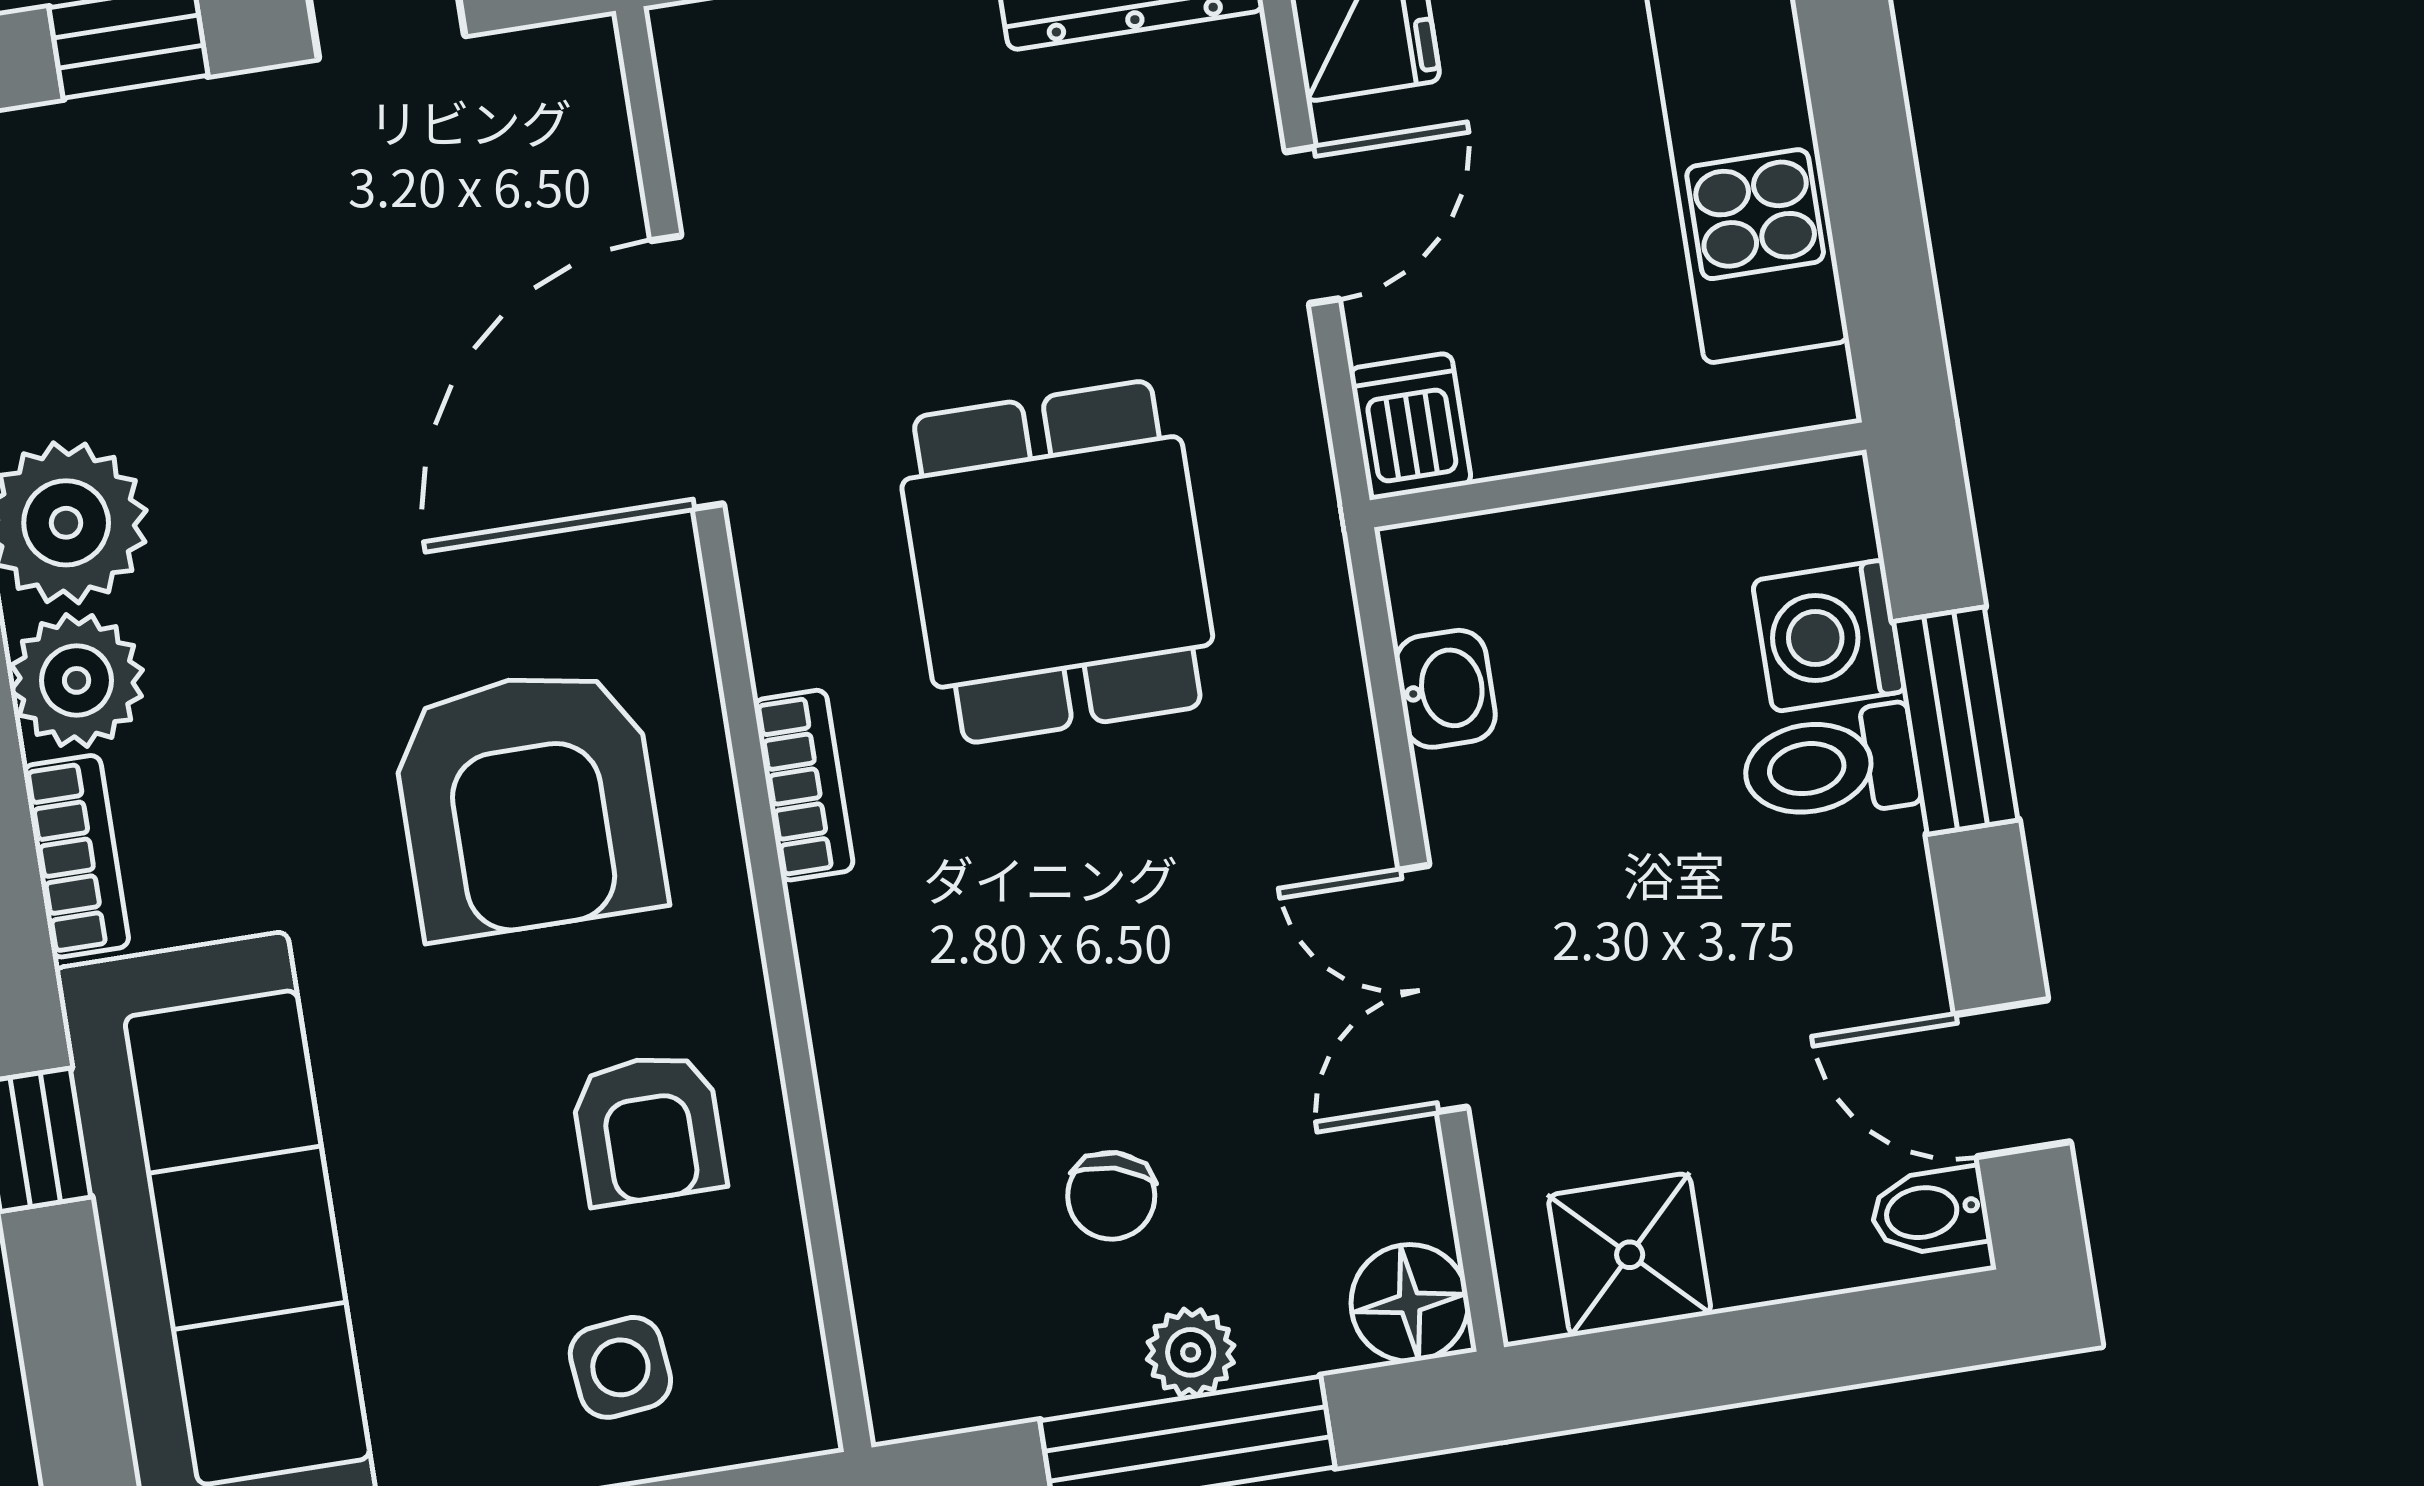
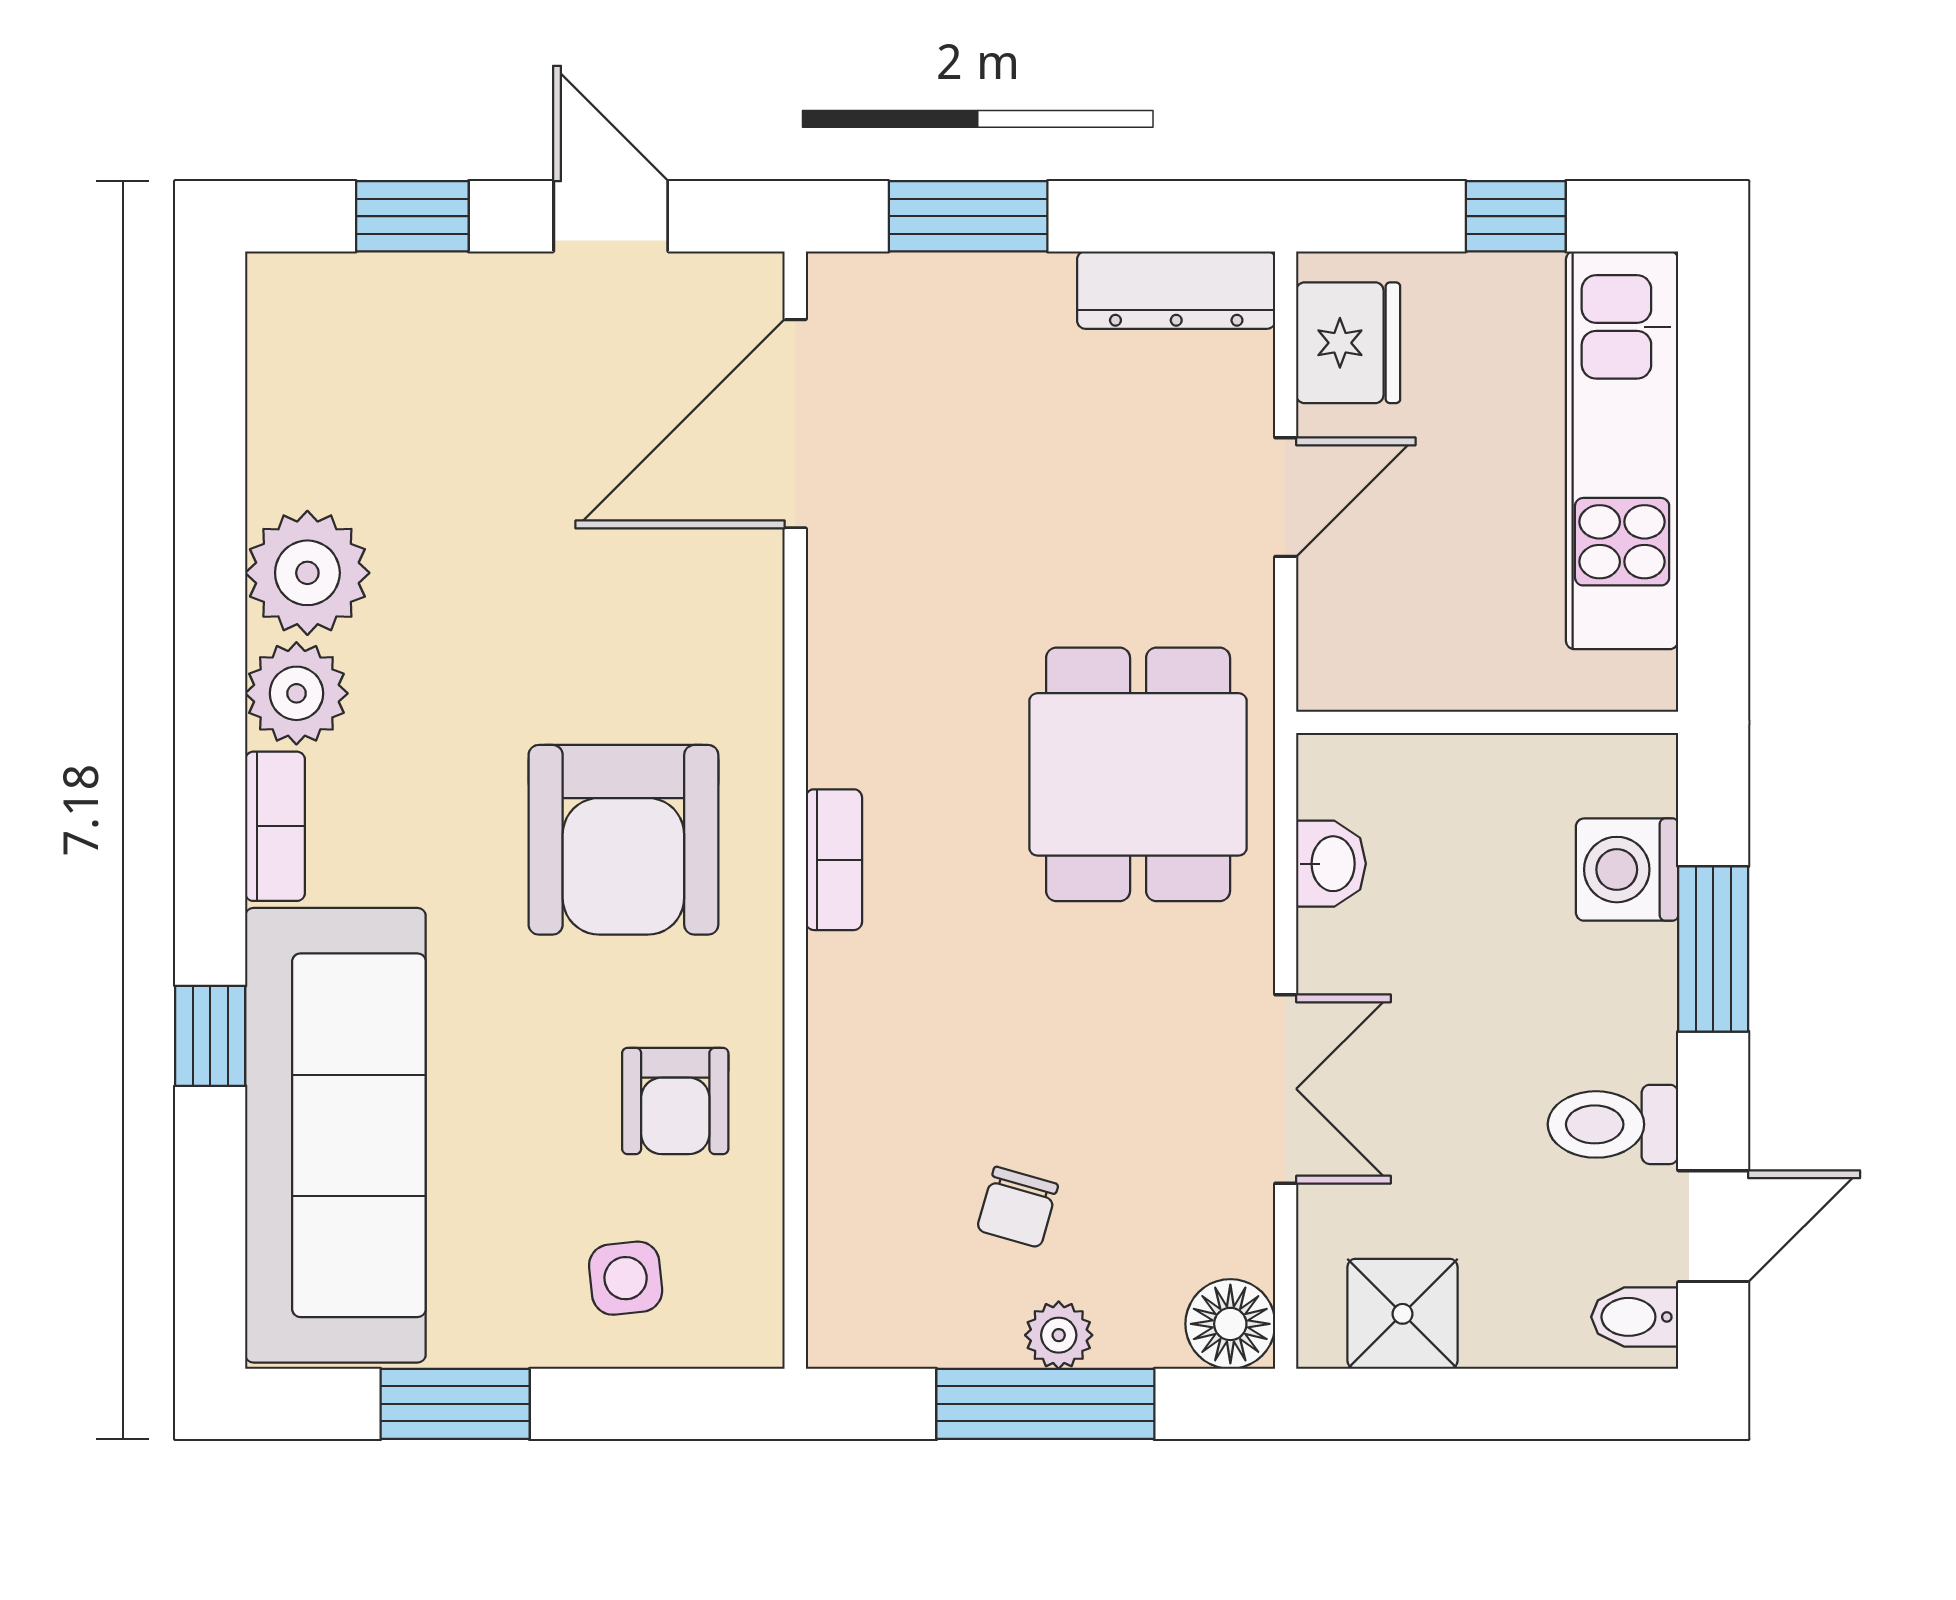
door: (687, 372) -> (795, 424), moved
dishwasher: (1410, 426) -> (1336, 661), removed
dining table: (1057, 562) -> (1138, 774), moved
toilet: (1830, 765) -> (1613, 1124), moved
double door: (1433, 989) -> (1286, 1089), swing flipped
door: (2012, 1078) -> (1713, 1226), swing flipped

